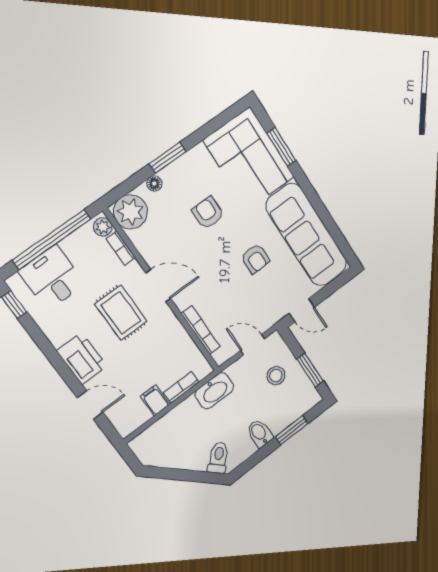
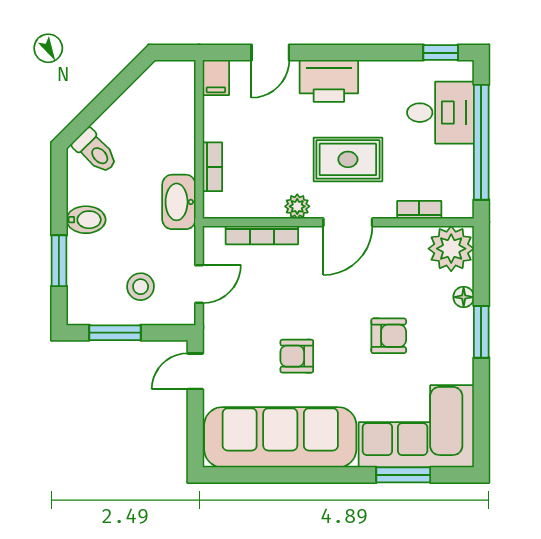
plant: (103, 227) -> (297, 206), moved
filing cabinet: (155, 400) -> (216, 78), moved, turned 90

